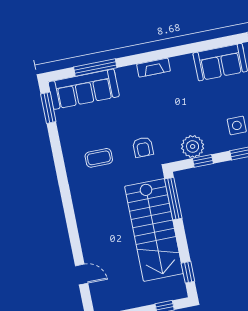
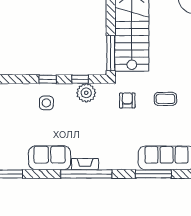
window: (174, 52) -> (86, 174), added
fireplace: (153, 68) -> (85, 164), moved

